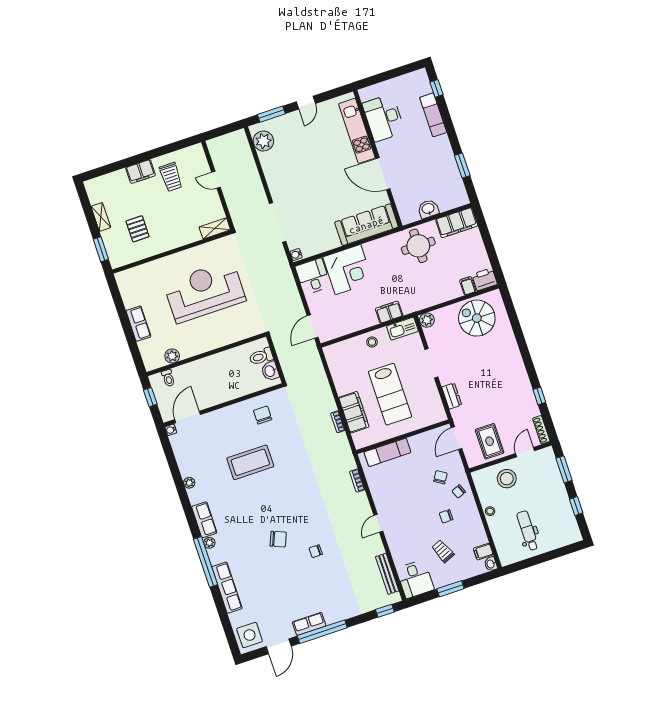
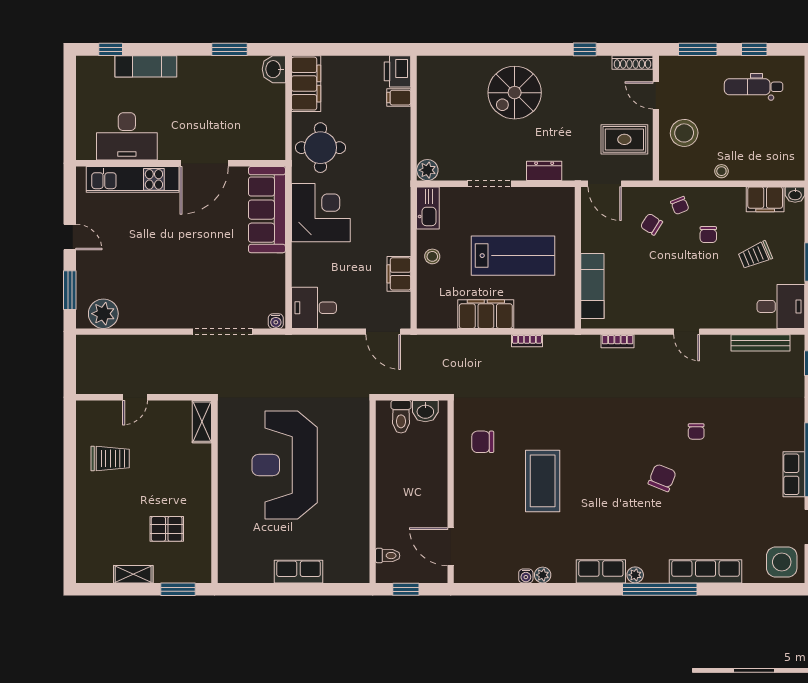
filing cabinet: (141, 172) -> (89, 498), removed
washbasin: (428, 209) -> (274, 69), moved
corner desk: (348, 270) -> (321, 213), moved
filing cabinet: (389, 312) -> (399, 274), moved
spiral stairs: (477, 318) -> (515, 93), moved
plant: (172, 356) -> (359, 540), removed
filing cabinet: (354, 412) -> (486, 314), moved
water cooler: (171, 430) -> (526, 576), moved
dental chair: (528, 531) -> (754, 87), moved
filing cabinet: (483, 552) -> (765, 199), width x2.00

